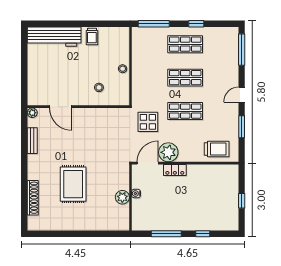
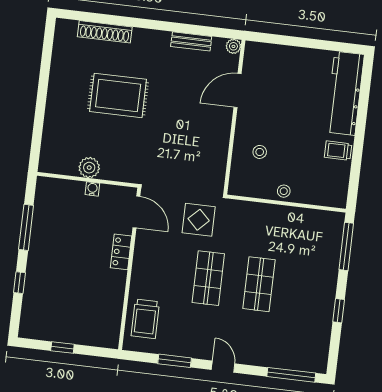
shop shelf: (185, 44) -> (310, 290), removed
plant: (168, 152) -> (149, 245), removed

